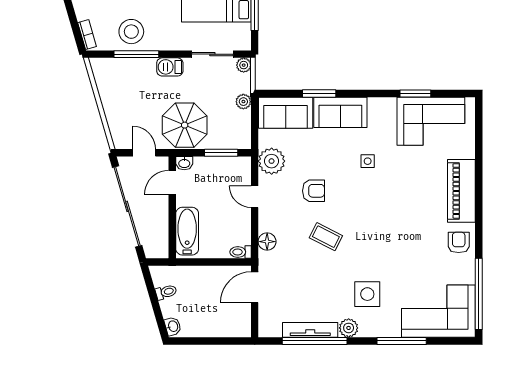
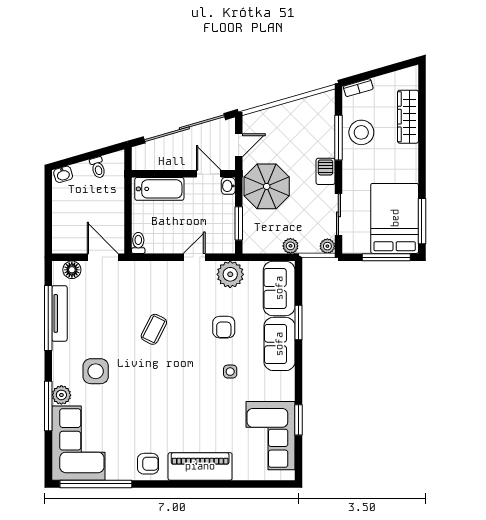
armchair: (314, 191) -> (224, 327), moved
floor lamp: (267, 242) -> (72, 270), moved
plant: (349, 328) -> (61, 395), moved

